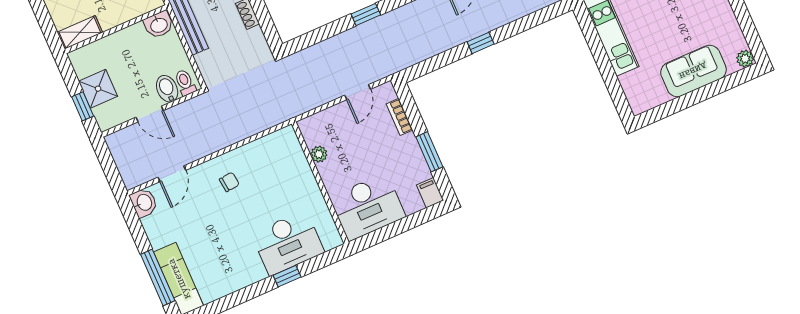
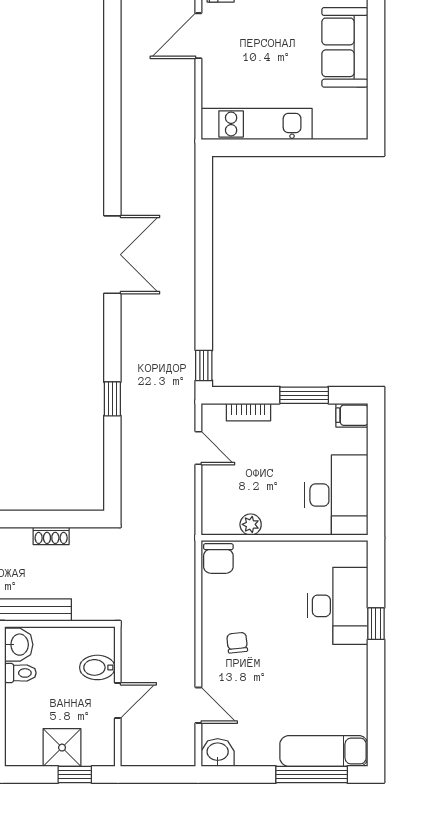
window: (481, 43) -> (204, 365), moved
toilet: (185, 83) -> (20, 673), moved, turned 180
chair: (284, 142) -> (218, 558), added

